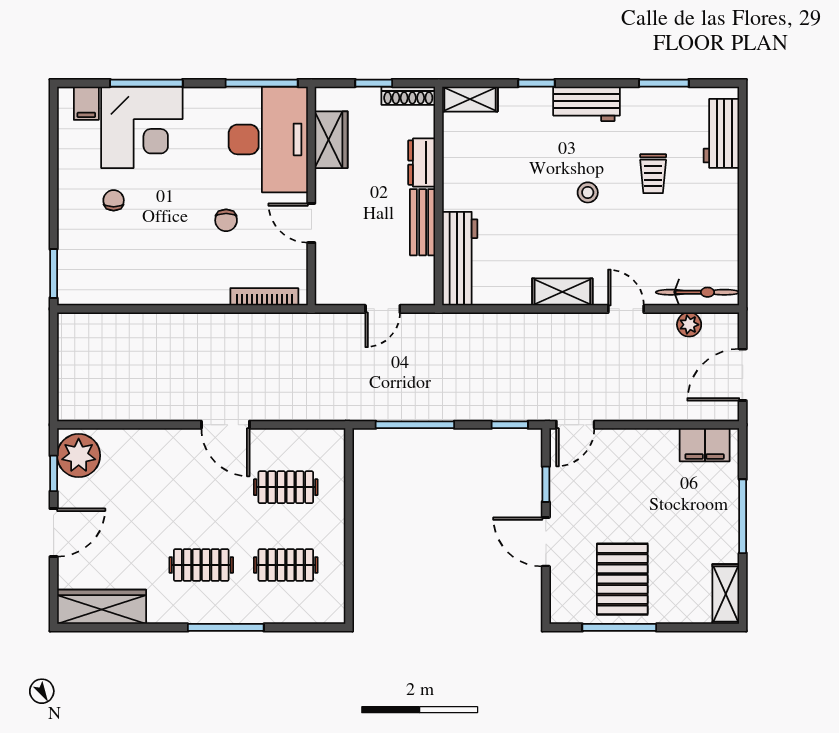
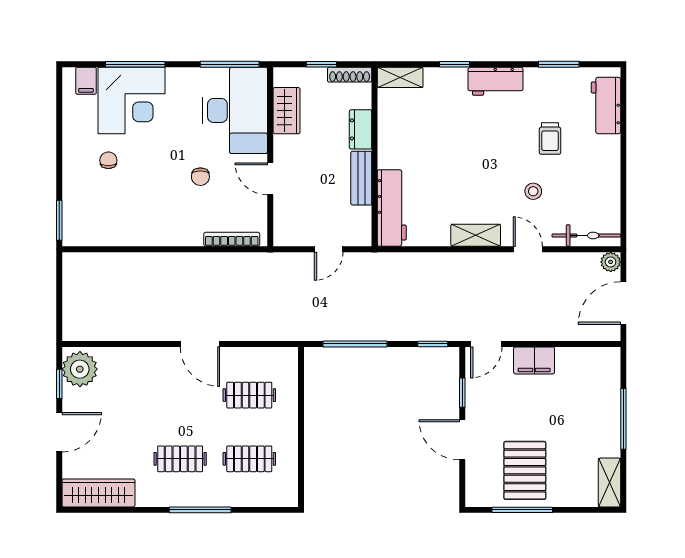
stool: (588, 192) -> (533, 191), moved
plant: (689, 325) -> (611, 262), moved
filing cabinet: (705, 445) -> (534, 360), moved

